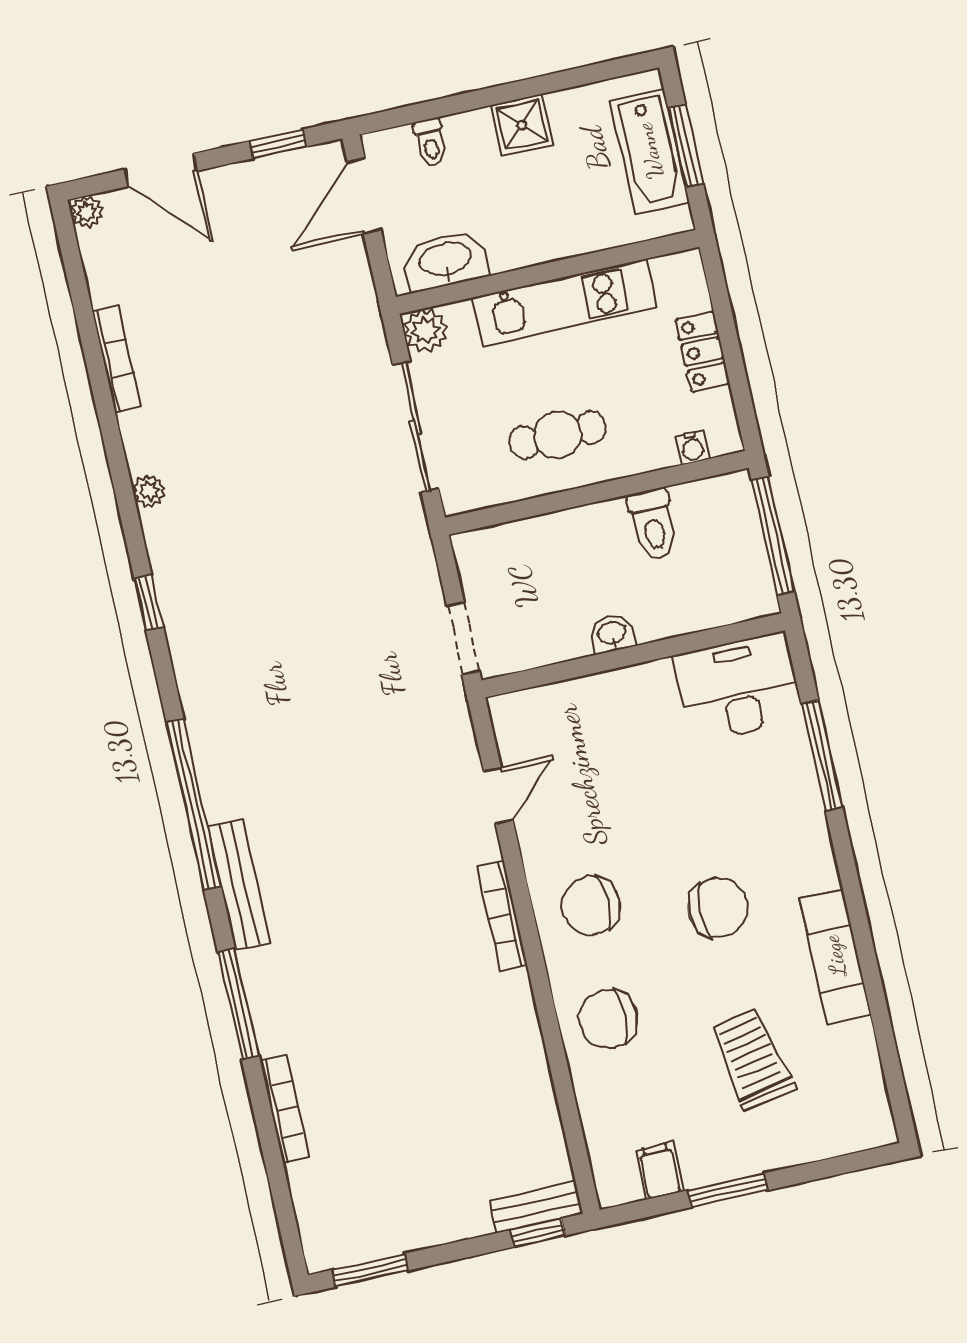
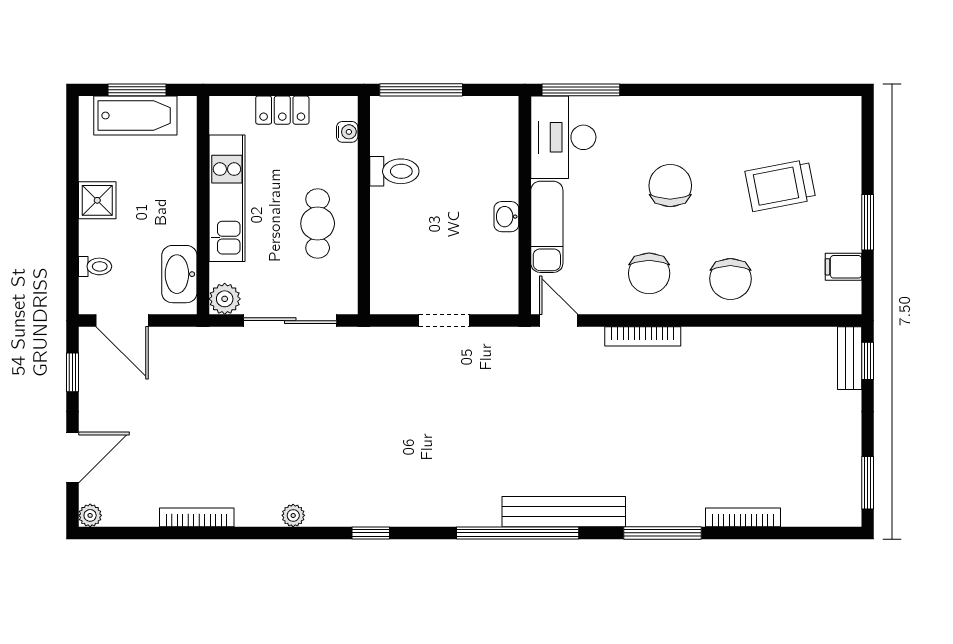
washbasin: (612, 634) -> (506, 217), moved
wall: (633, 655) -> (525, 205), moved
desk: (738, 688) -> (563, 137), moved
bench: (239, 885) -> (564, 512), width x1.37, depth x1.21
exam couch: (835, 956) -> (547, 227), moved, turned -90

